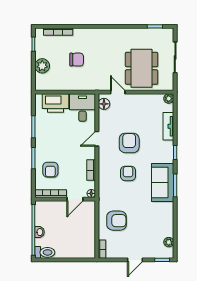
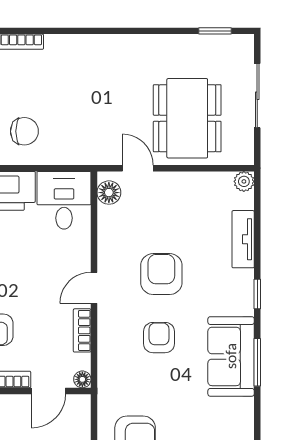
chair: (77, 60) -> (24, 131), moved
door: (97, 139) -> (94, 288), moved

